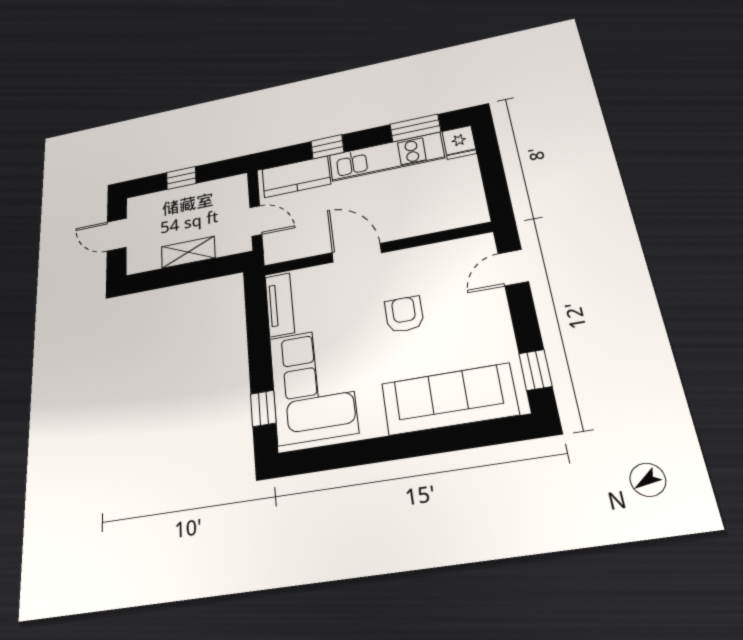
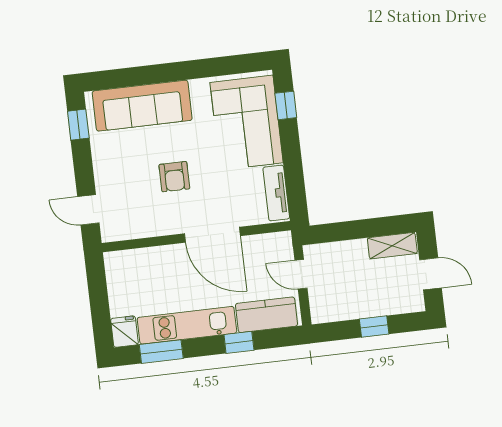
shelving: (188, 252) -> (392, 246), moved
door: (357, 253) -> (212, 235), width x1.36
door: (513, 268) -> (88, 210), swing flipped

